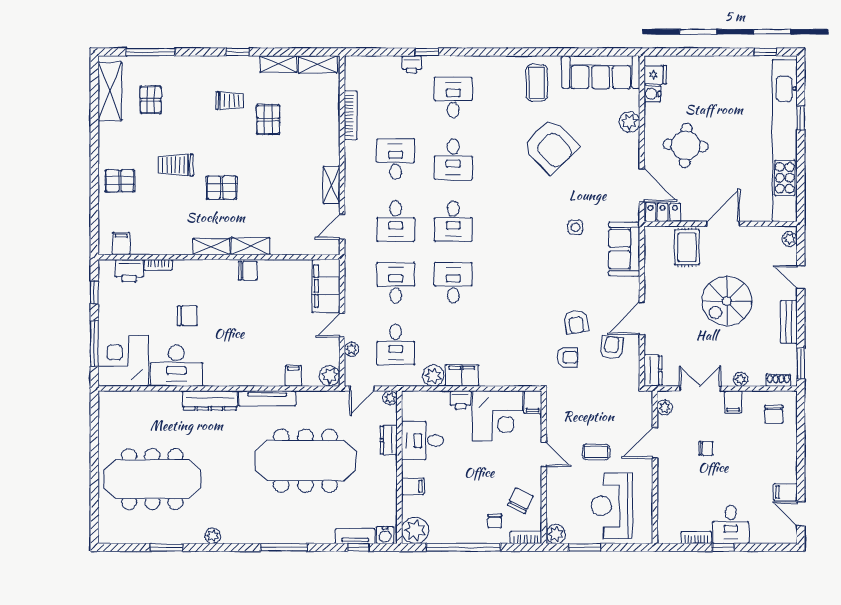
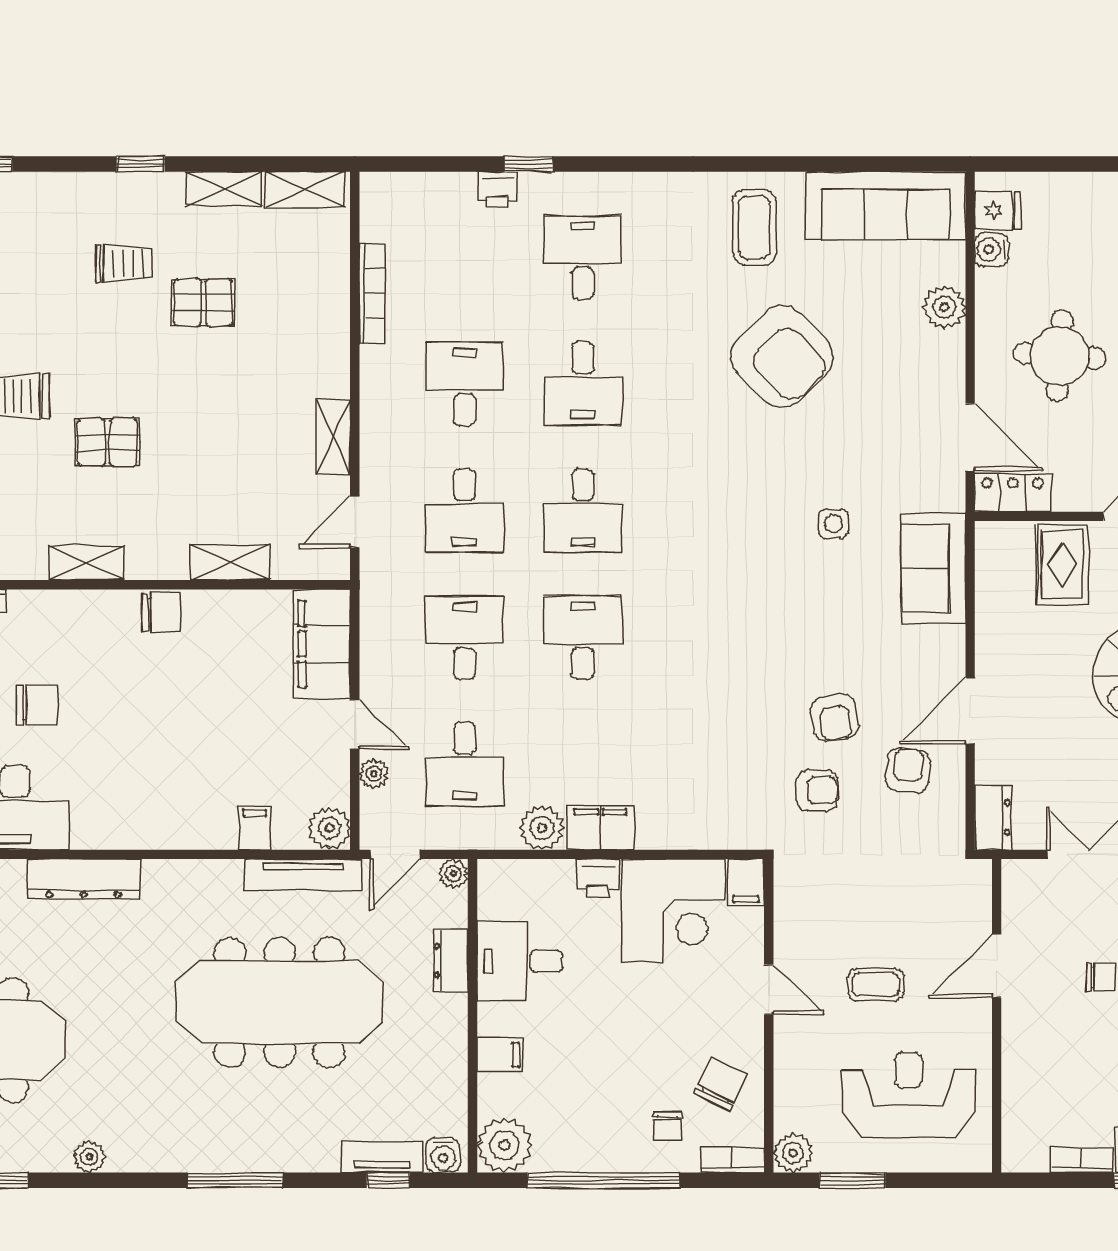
pallet: (268, 120) -> (203, 303), turned 90
shelving: (251, 246) -> (230, 562), moved
door: (342, 325) -> (355, 724), swing flipped
tv unit: (267, 398) -> (303, 875), moved
plant: (665, 407) -> (1017, 893), removed
reception desk: (612, 506) -> (909, 1095), turned 90

